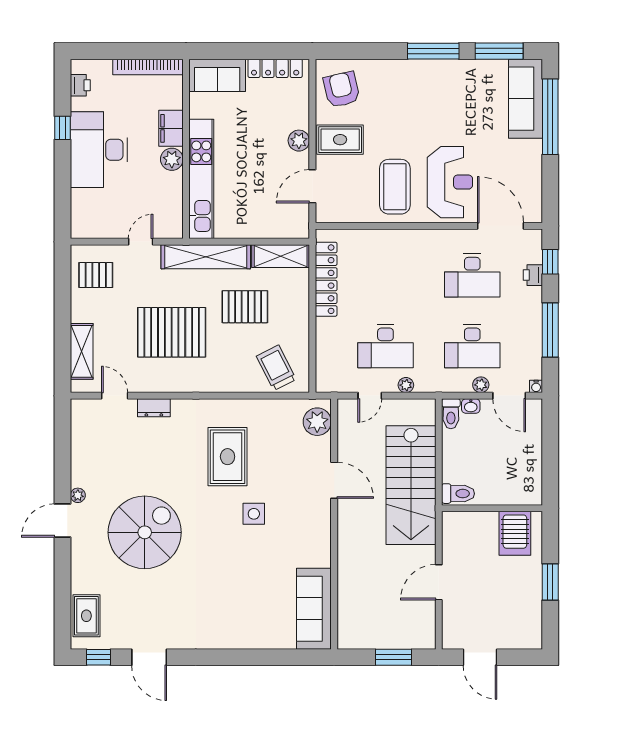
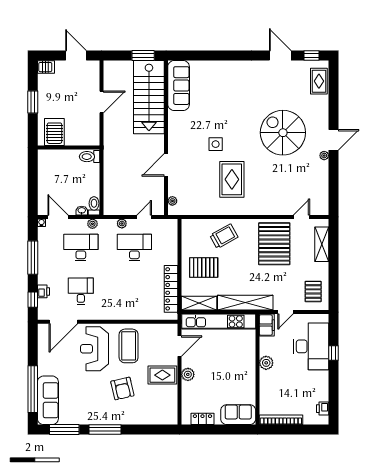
locker: (275, 68) -> (202, 419), width x0.66
armchair: (341, 89) -> (122, 389), moved
window: (63, 128) -> (334, 353), moved
filing cabinet: (171, 128) -> (267, 325), moved
desk: (99, 150) -> (311, 346), moved
kitchen unit: (201, 179) -> (219, 321), moved, turned -90
door: (500, 226) -> (63, 322), hinge flipped
pallet: (96, 275) -> (313, 291), turned 90
desk: (472, 275) -> (81, 291), width x0.73
pallet: (245, 307) -> (204, 268), moved
pallet: (172, 332) -> (274, 244), moved, turned 90
trolley: (276, 368) -> (224, 236), moved, turned -92
plant: (481, 385) -> (92, 224), moved
door: (115, 396) -> (301, 217), swing flipped
dresser: (154, 408) -> (277, 210), removed
plant: (317, 422) -> (172, 201), width x0.53, depth x0.53
door: (334, 480) -> (166, 165), hinge flipped
stairs: (411, 485) -> (149, 97), moved, turned 180
spiral stairs: (145, 532) -> (283, 133), turned 90
server rack: (529, 639) -> (46, 67), added
window: (393, 657) -> (143, 56), moved

